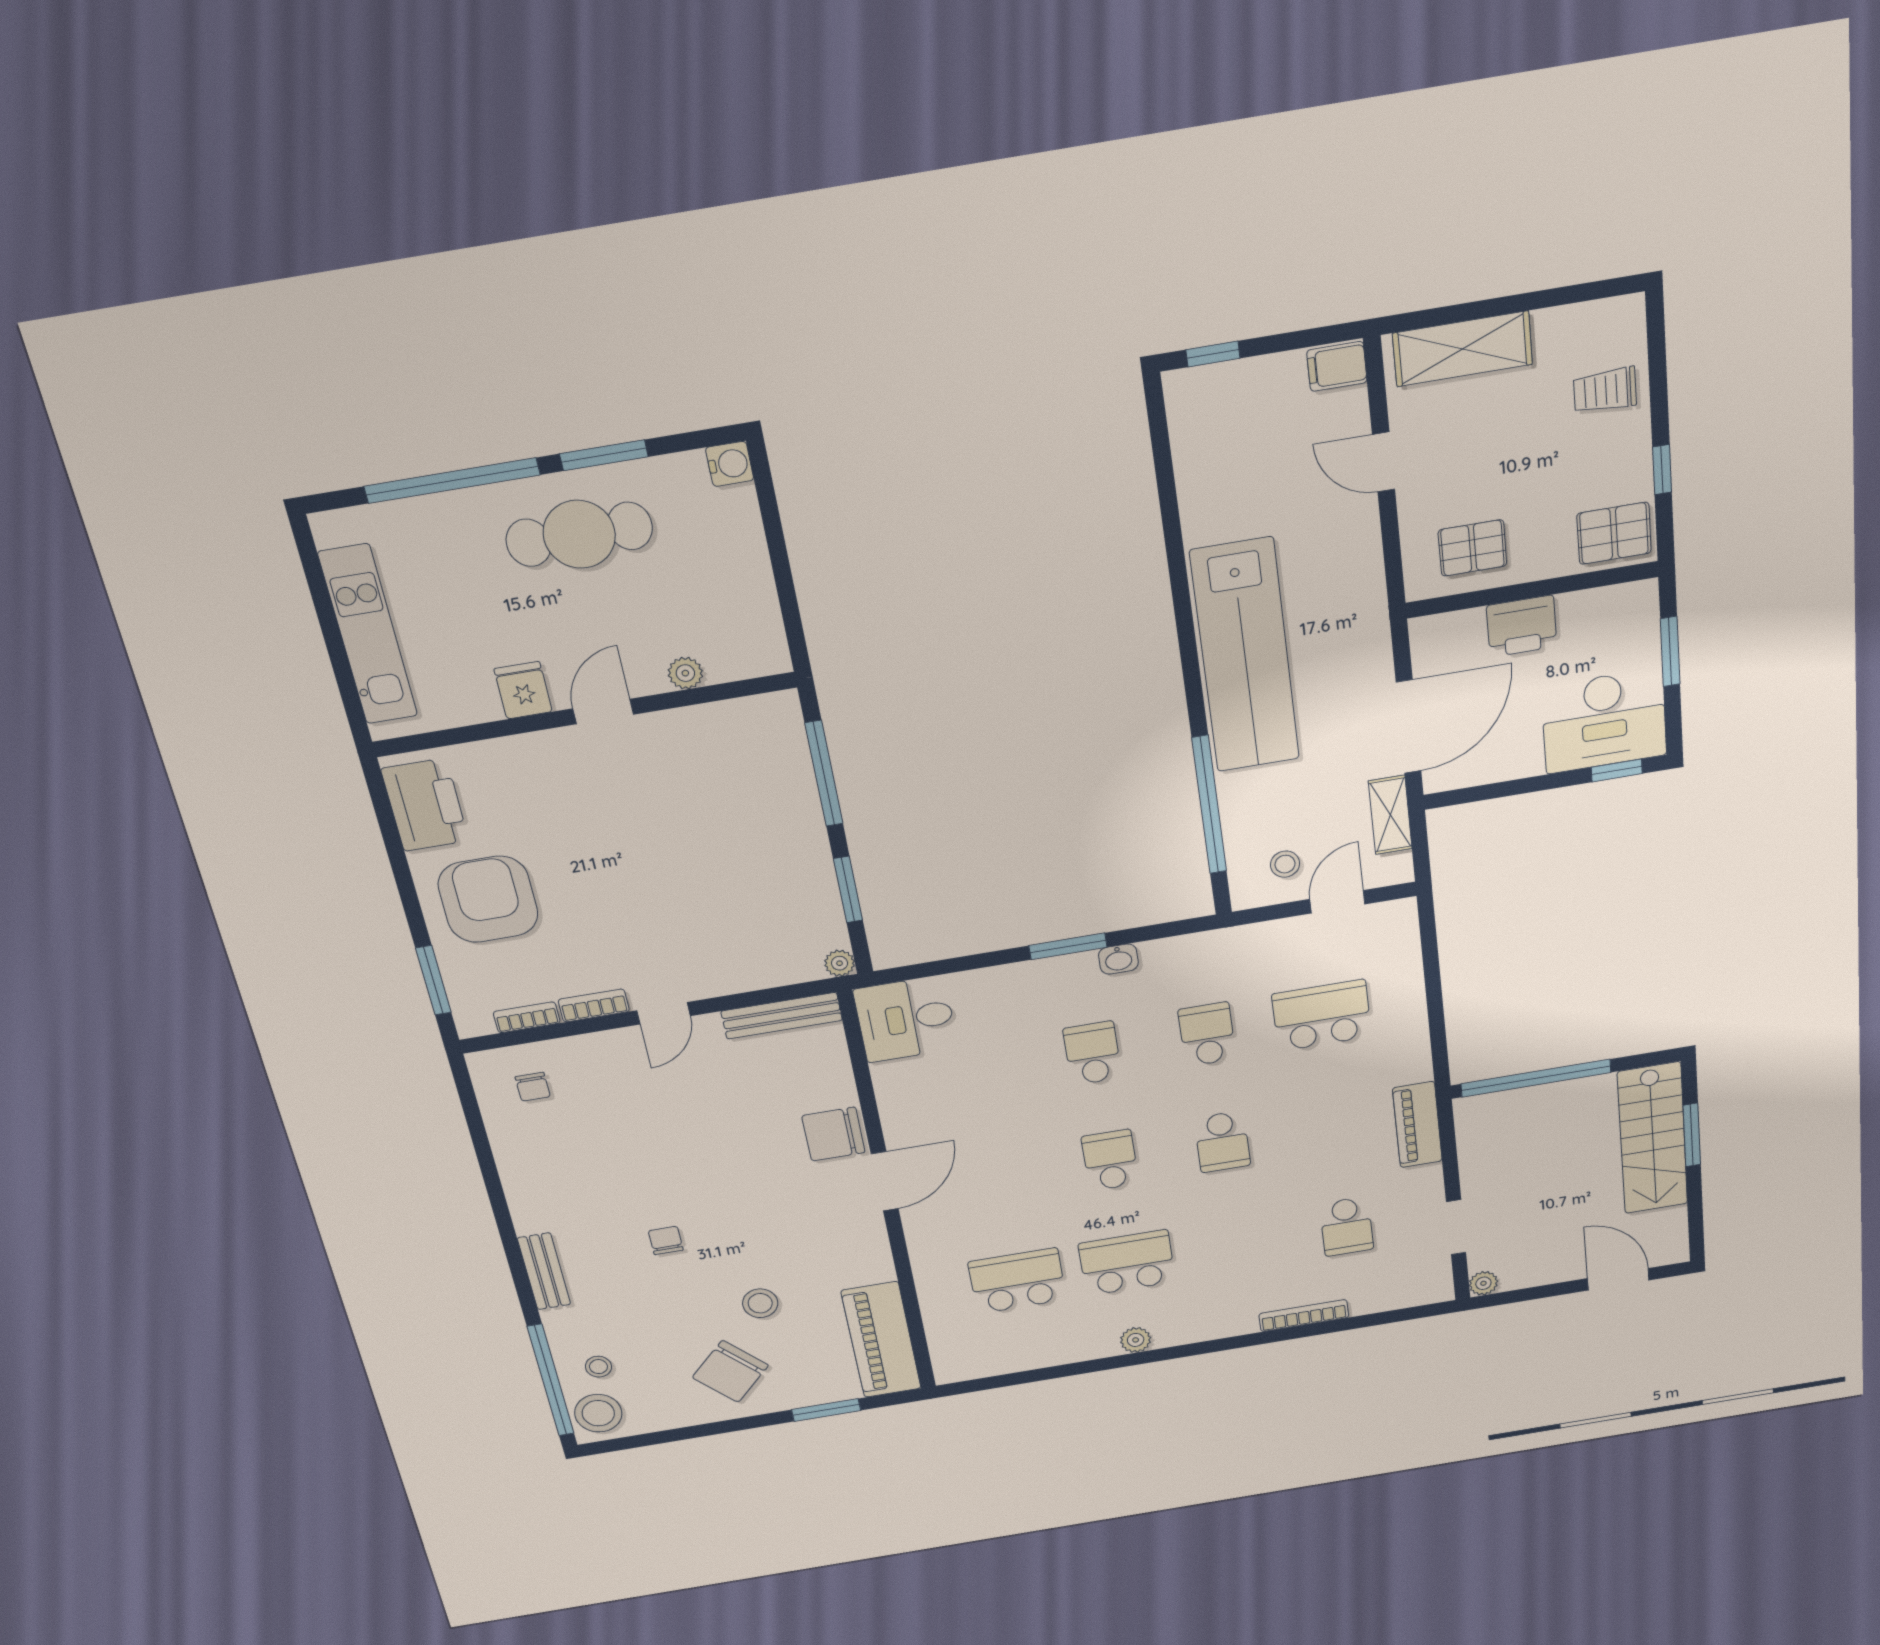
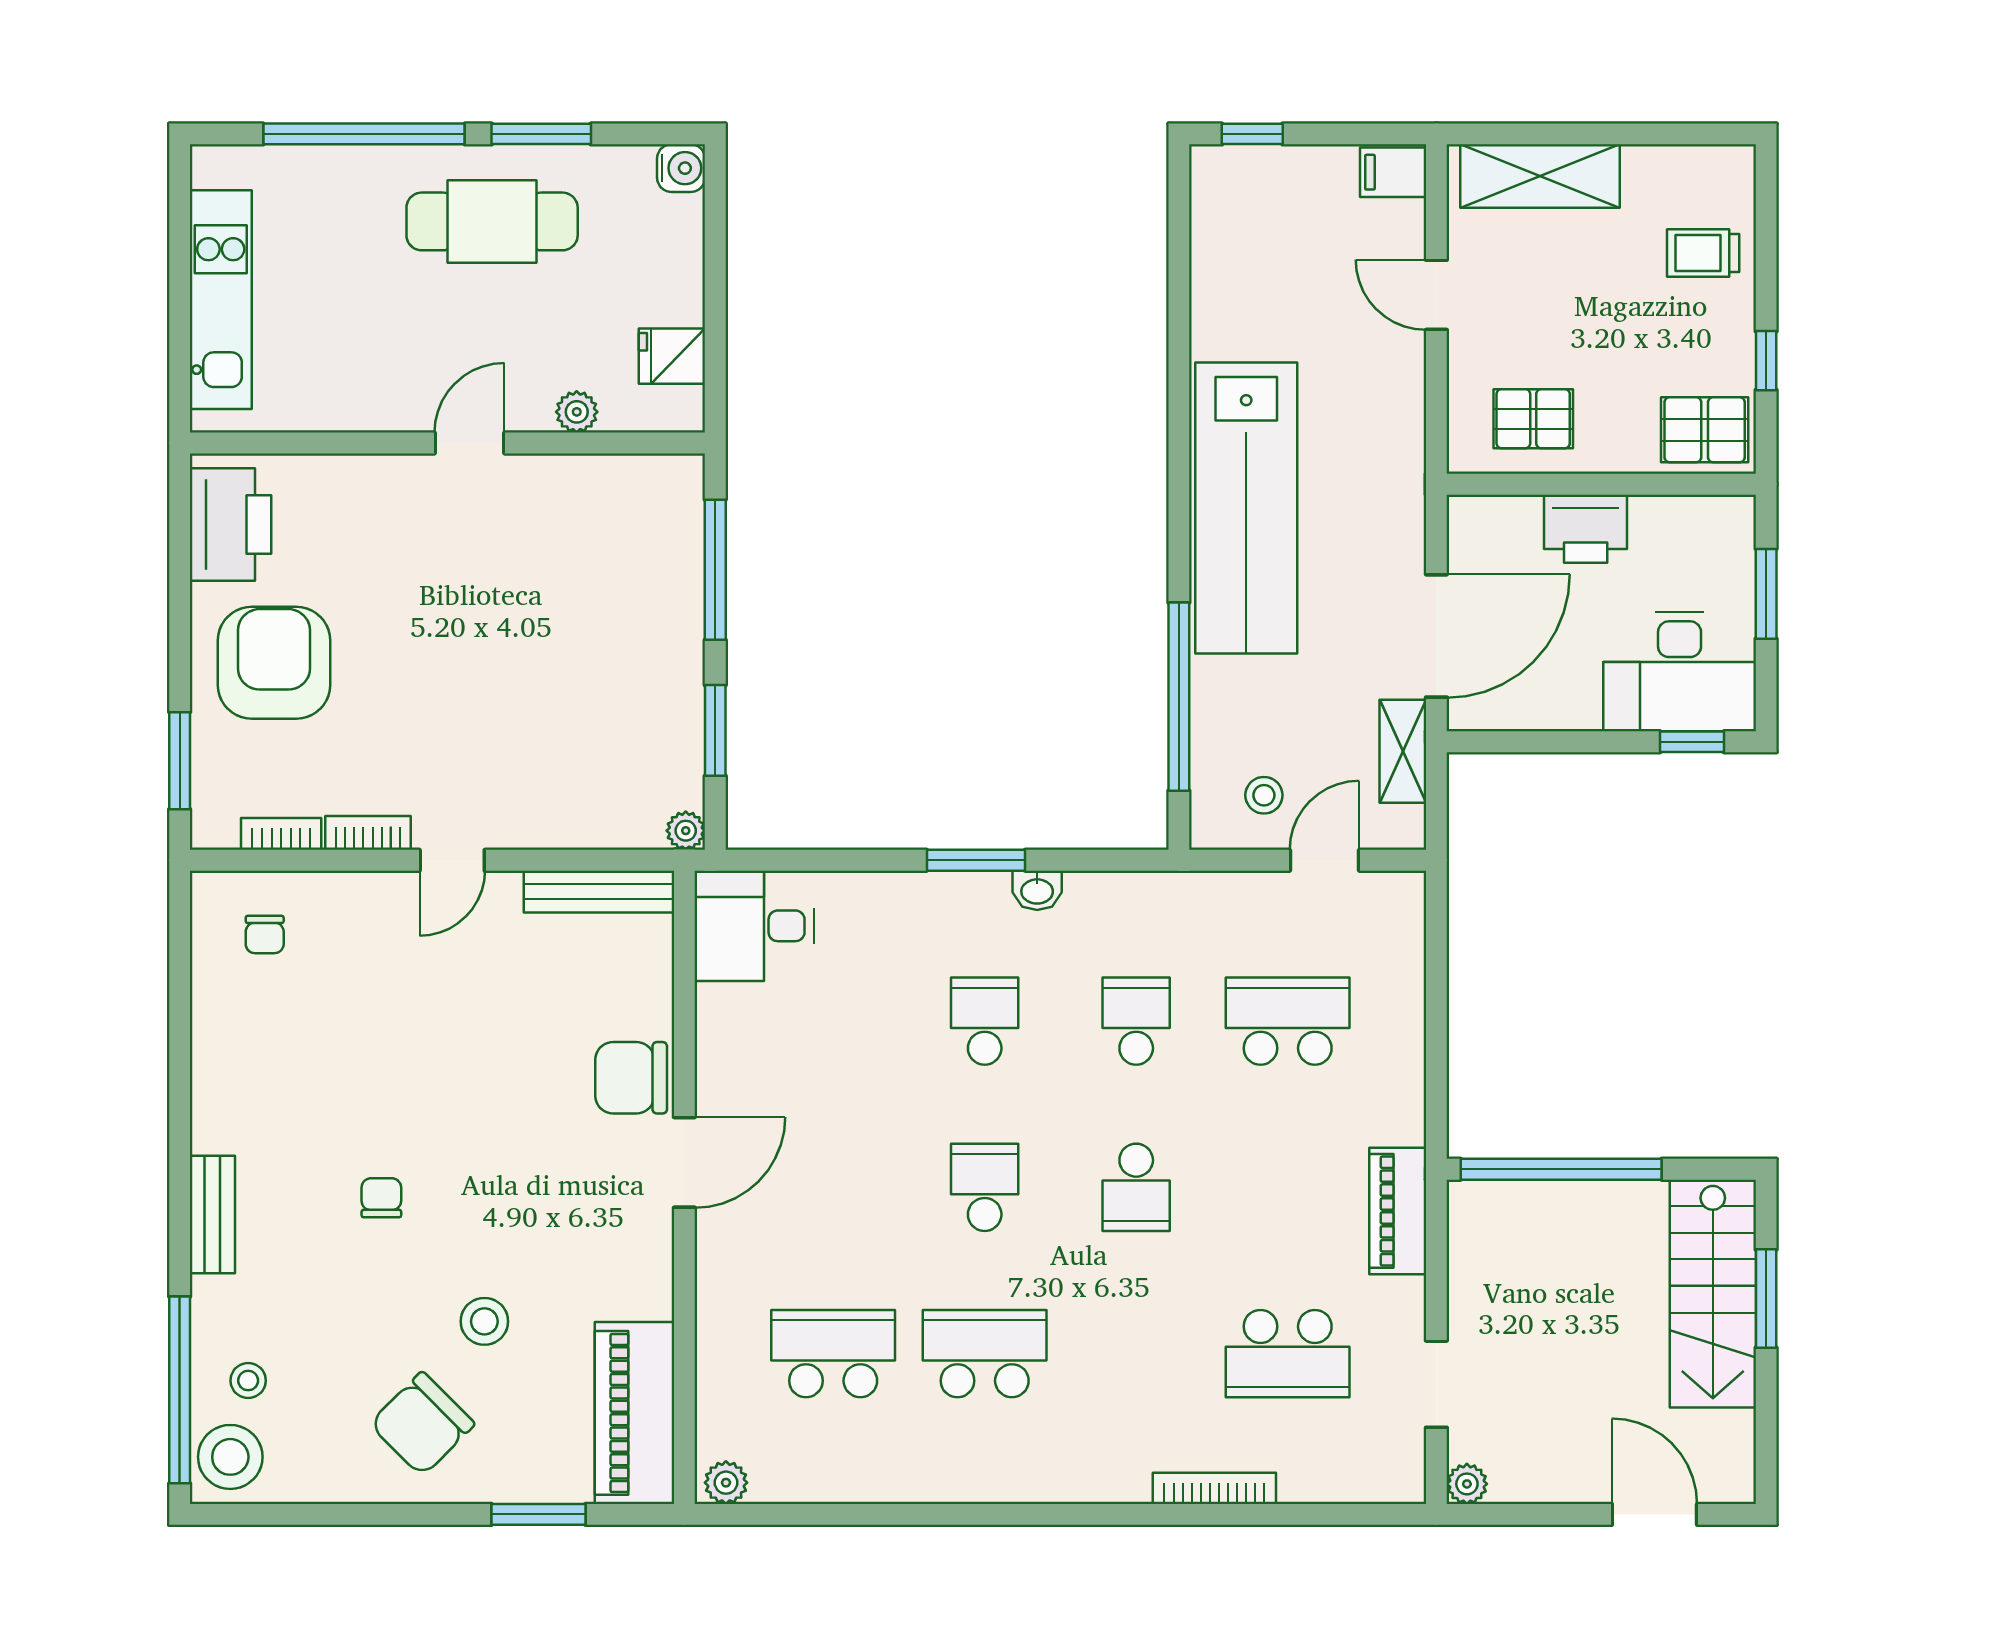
fridge: (523, 690) -> (672, 356), moved, turned -90
school desk: (1346, 1226) -> (1288, 1354), width x1.85
plant: (1136, 1340) -> (726, 1483), moved

